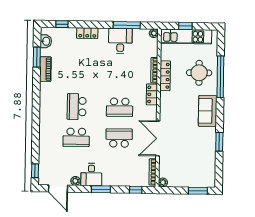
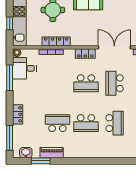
window: (62, 24) -> (10, 138), width x2.17
desk: (120, 41) -> (24, 68), moved
school desk: (77, 76) -> (57, 123), added
locker: (152, 94) -> (85, 53), moved
school desk: (120, 107) -> (86, 83), turned 90
double door: (158, 138) -> (114, 47), swing flipped

